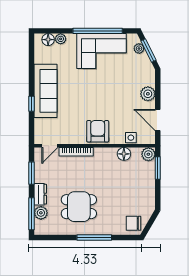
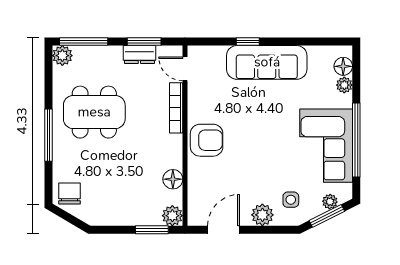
side table: (131, 138) -> (291, 200), moved
dresser: (40, 194) -> (139, 55), moved
dining table: (79, 207) -> (94, 112), width x1.38
plant: (41, 213) -> (62, 56), moved

